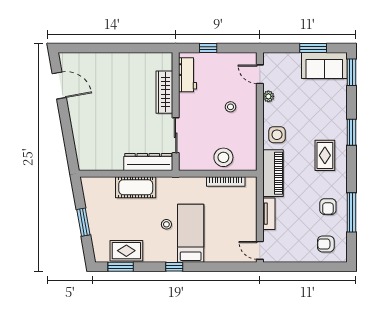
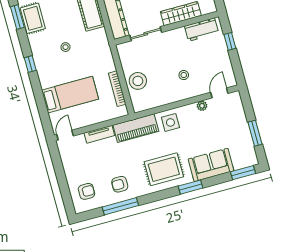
sofa: (324, 66) -> (211, 165), moved, turned 90
rug: (325, 155) -> (164, 169), width x1.36, depth x1.43
bed: (191, 233) -> (70, 95), moved
armchair: (326, 244) -> (86, 191), turned 90

